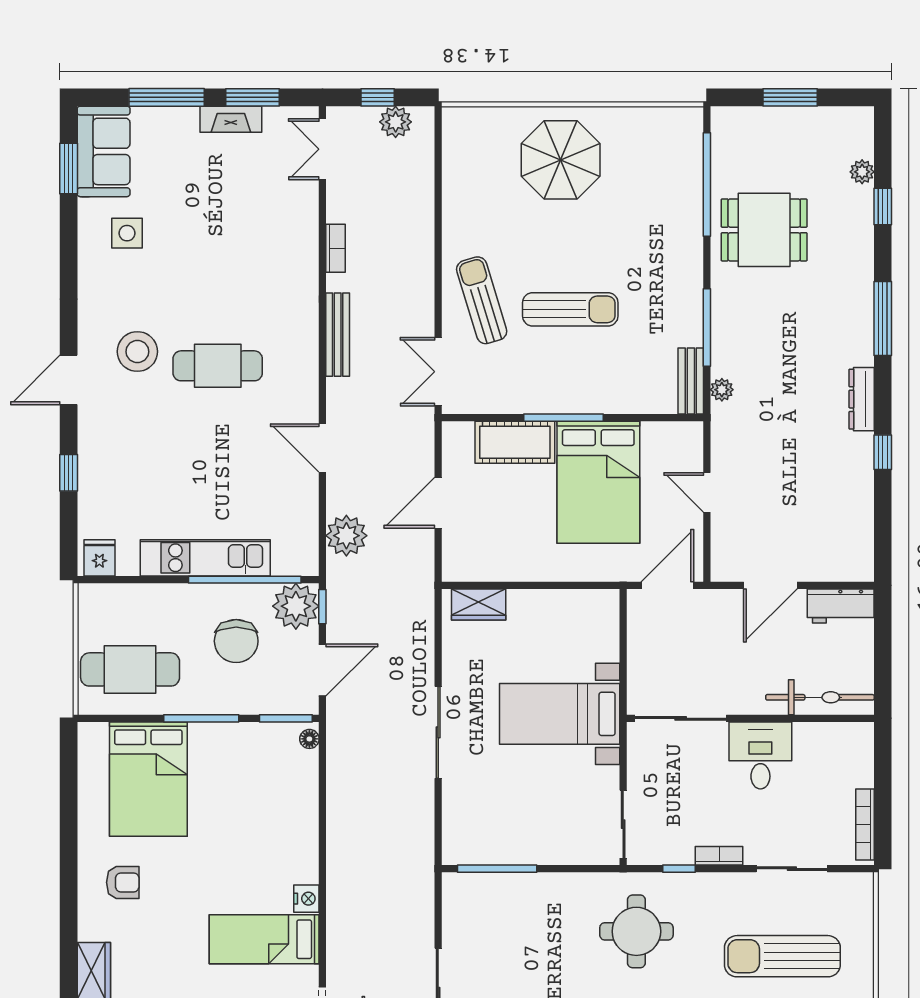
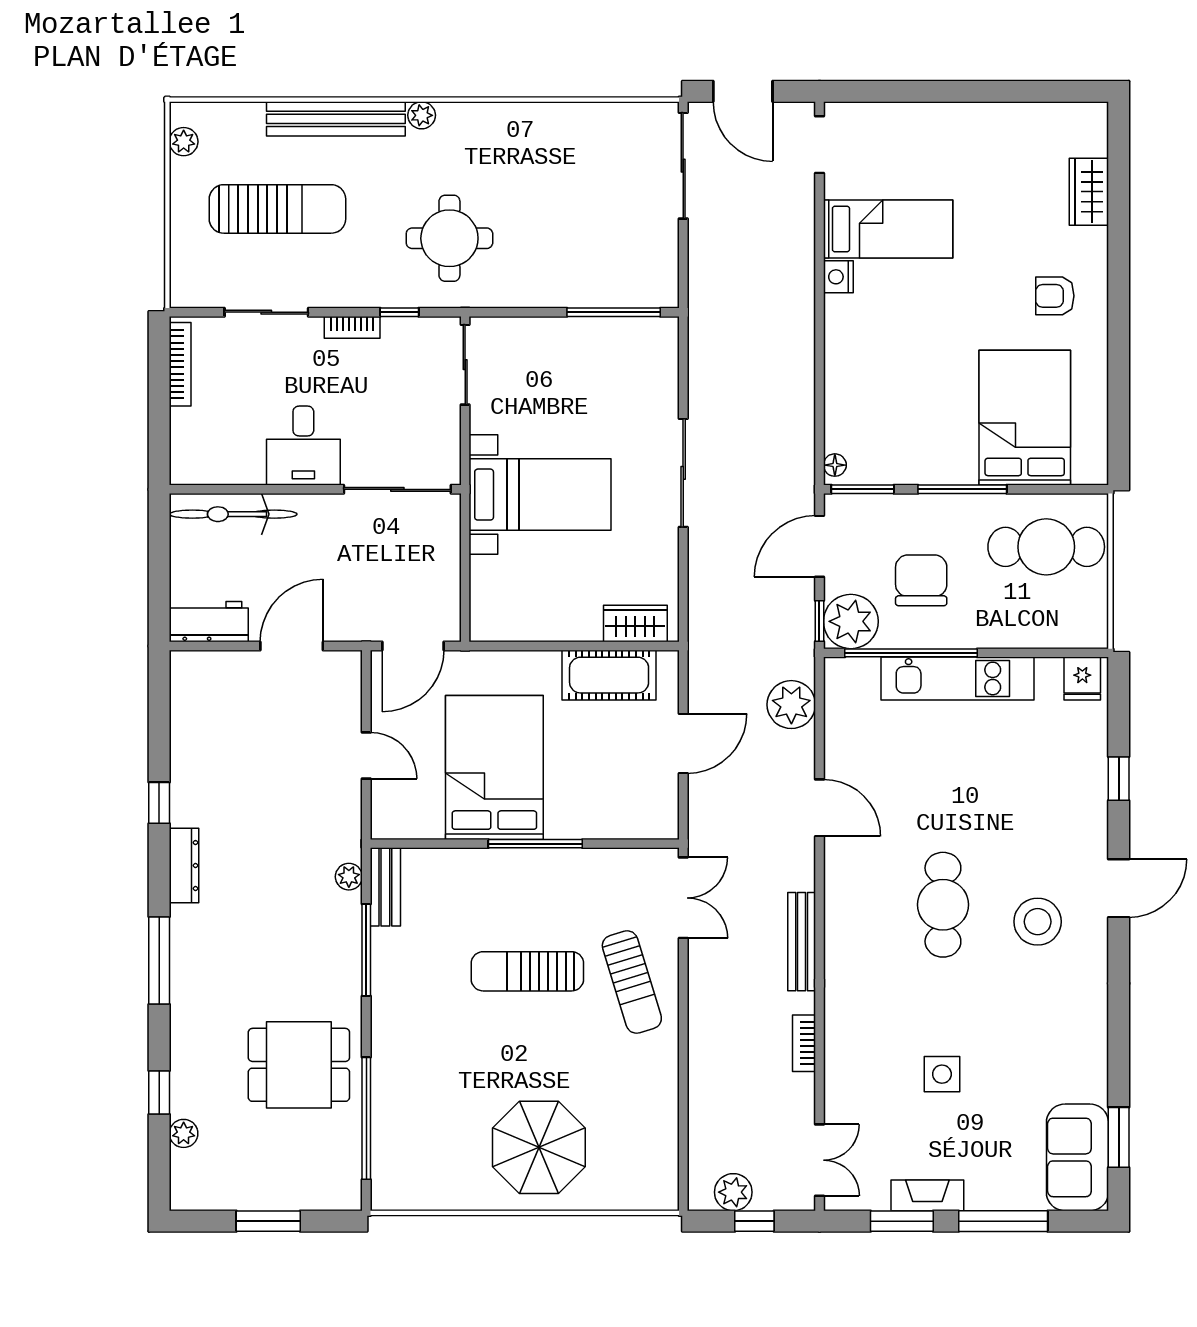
side table: (127, 233) -> (942, 1074), moved
cafe table: (218, 366) -> (943, 905), turned 90
cot: (515, 442) -> (609, 675), moved

